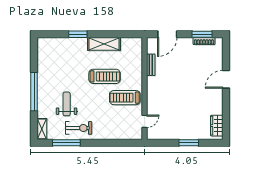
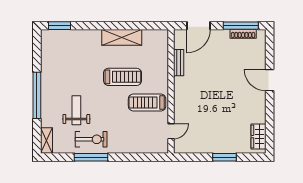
window: (78, 34) -> (60, 26), moved
window: (202, 34) -> (241, 26), width x1.44
door: (226, 79) -> (270, 80), hinge flipped
window: (66, 143) -> (91, 157), moved

